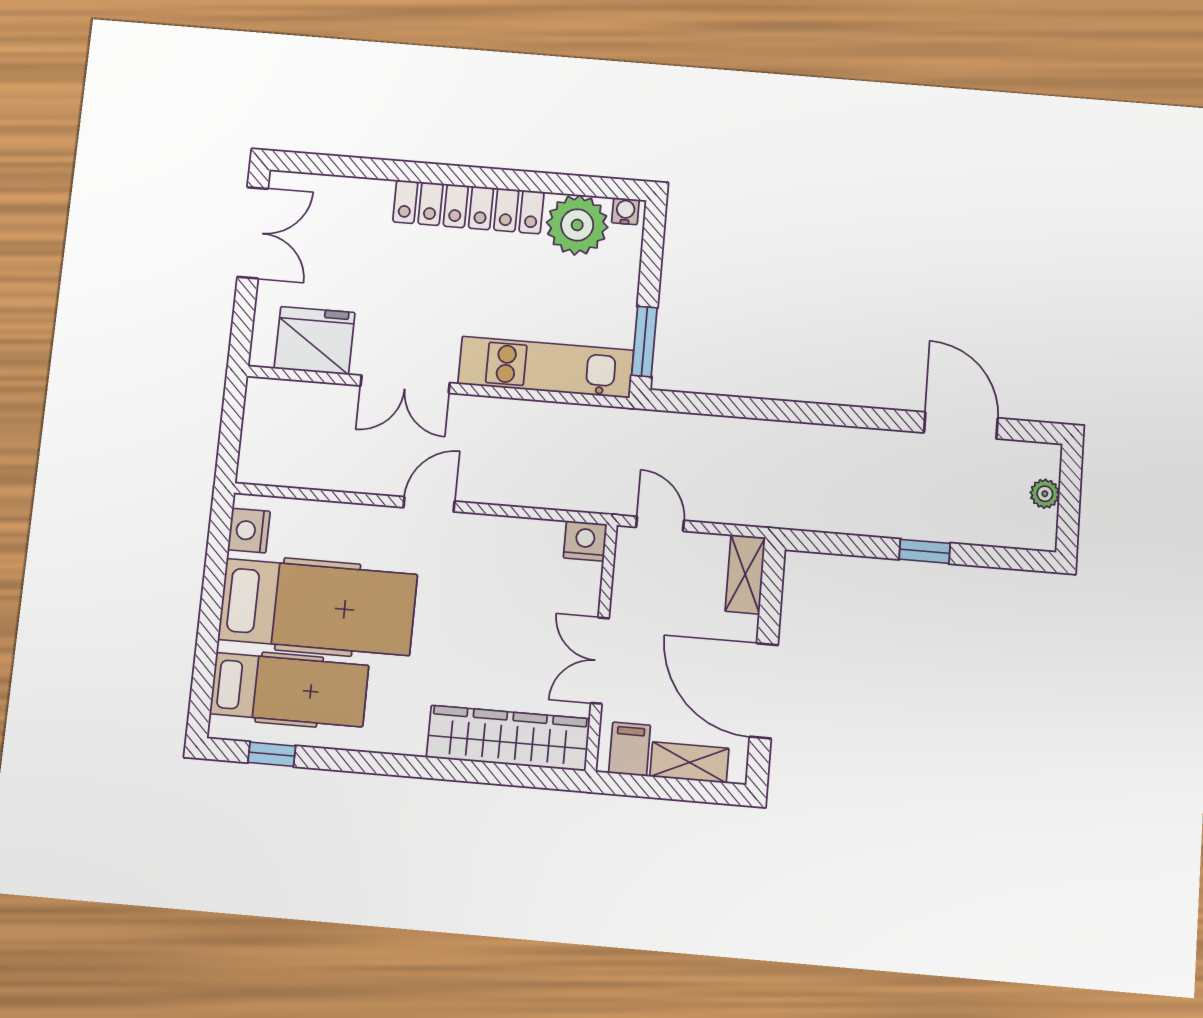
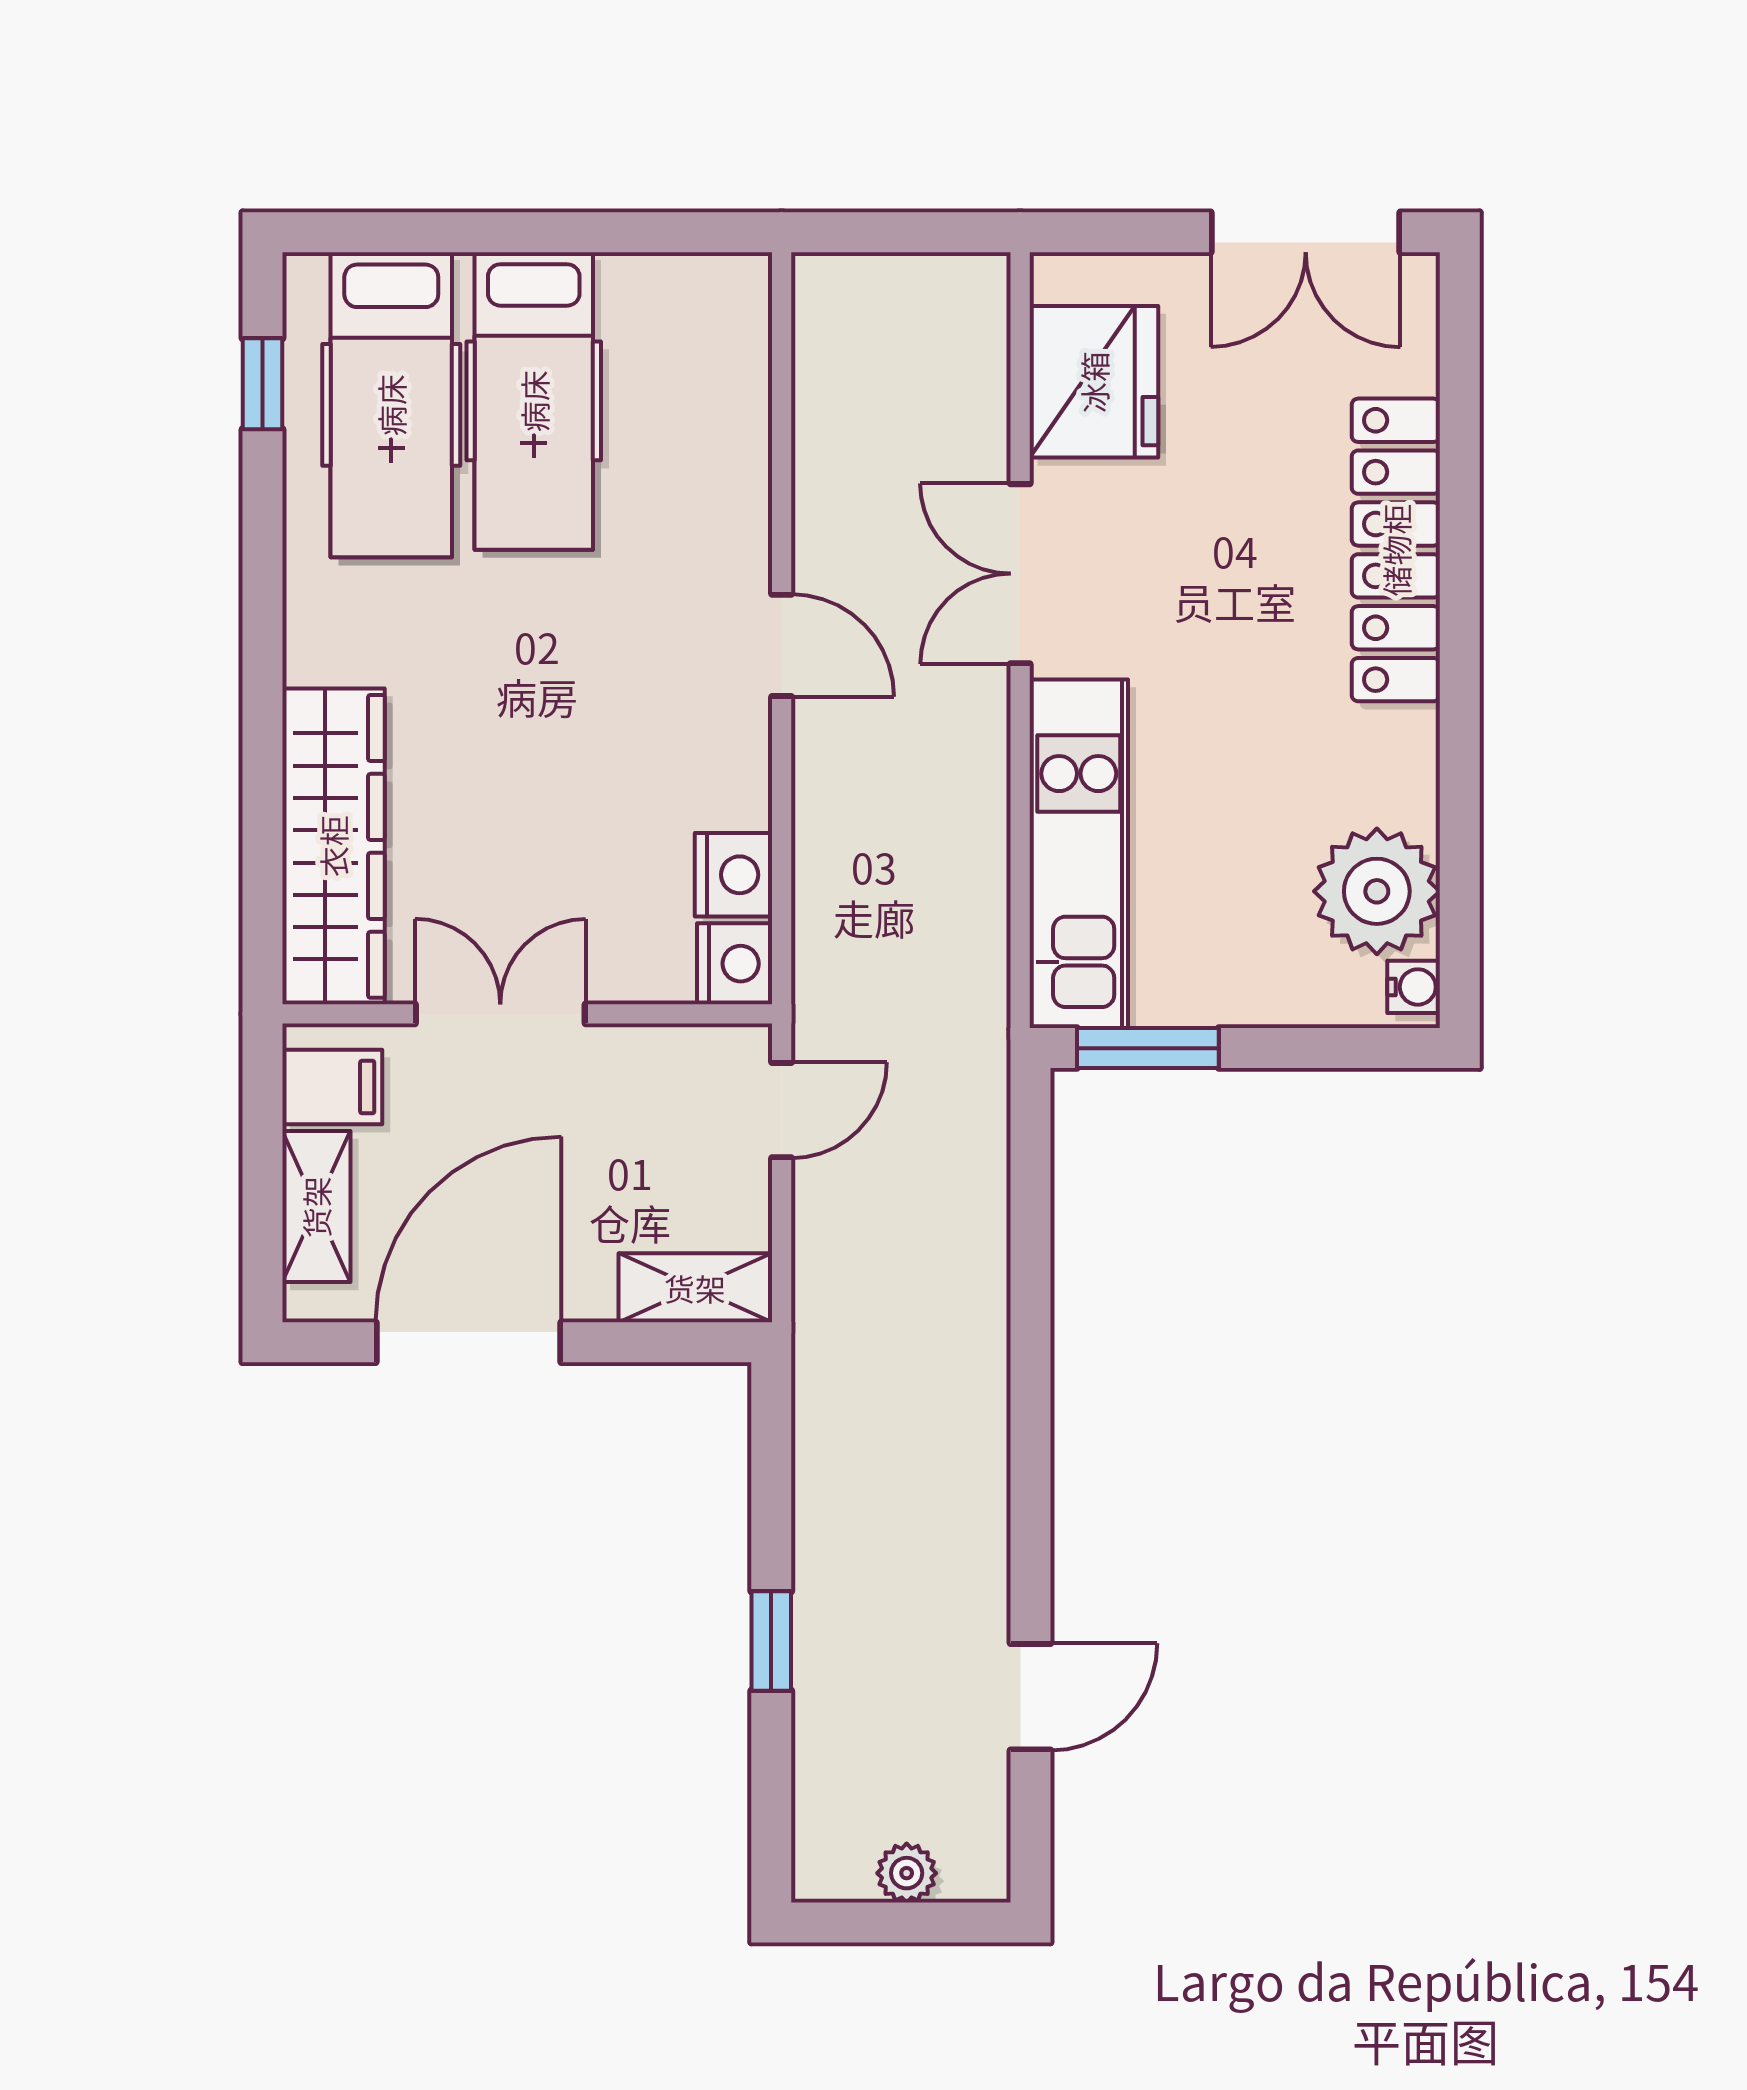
locker: (468, 207) -> (1396, 550), moved
door: (961, 425) -> (1030, 1697), width x0.73
nightstand: (249, 531) -> (733, 875), moved, turned 90
hospital bed: (318, 607) -> (534, 401), width x0.73, depth x0.78

